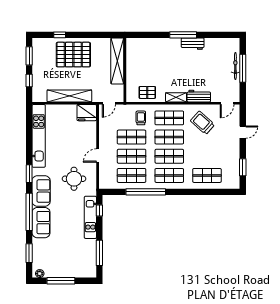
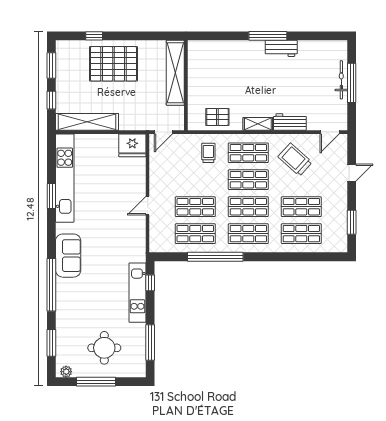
shelving: (69, 96) -> (87, 122), moved
shop shelf: (132, 137) -> (301, 207), moved
window: (29, 174) -> (51, 196), moved
round table: (74, 179) -> (104, 348), moved
sofa: (41, 223) -> (68, 300), removed

